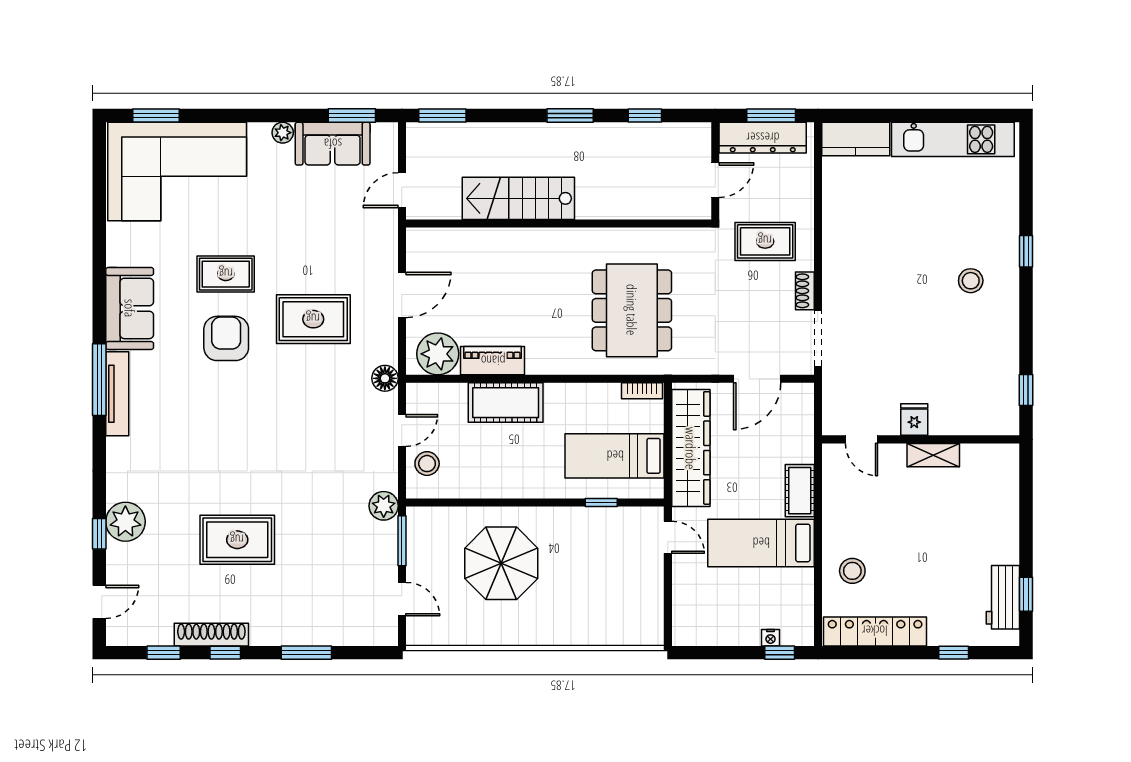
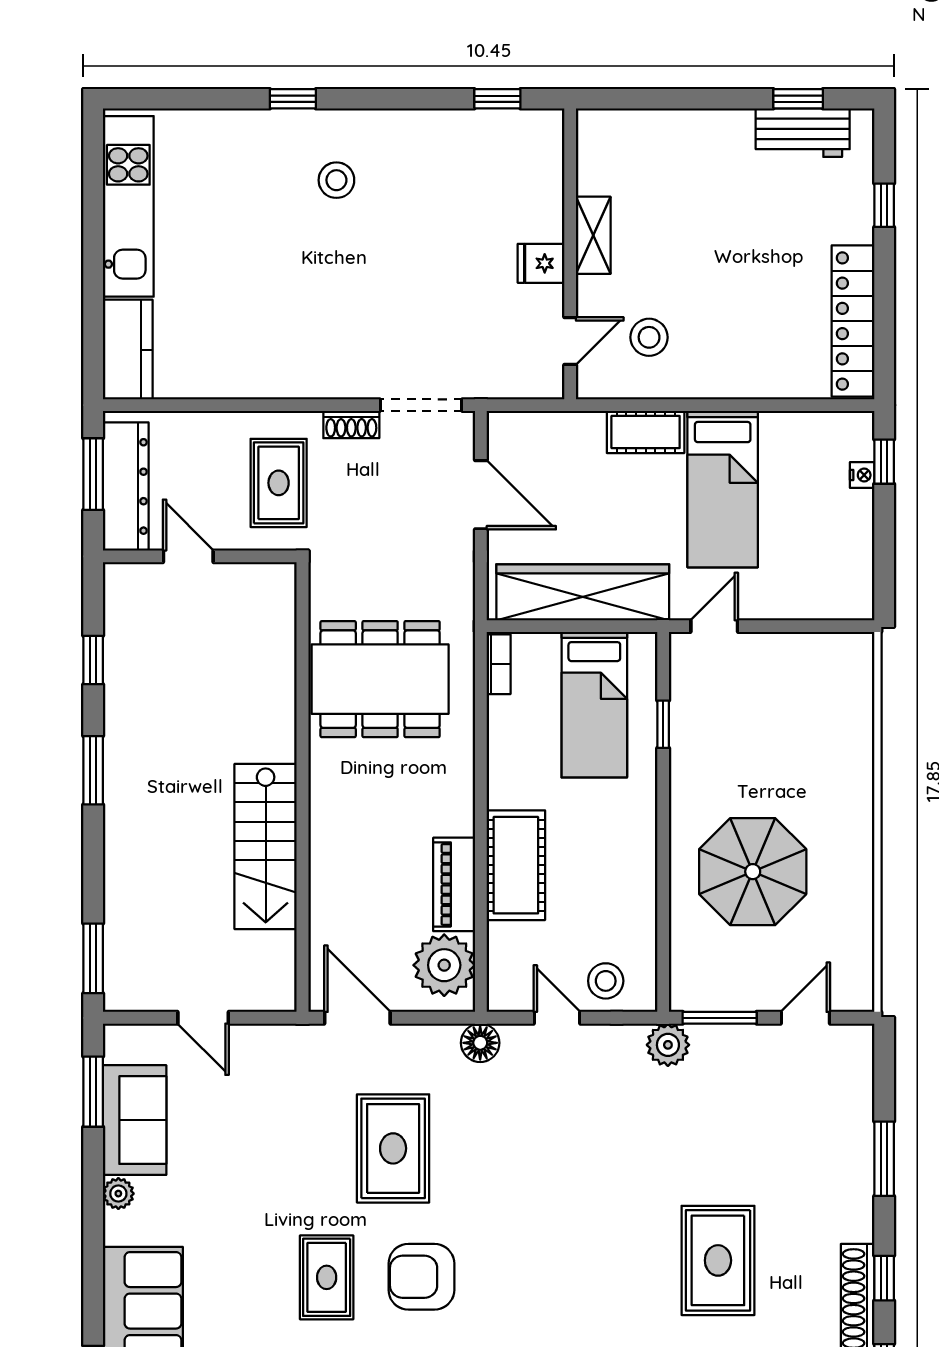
stairs: (518, 198) -> (266, 846), moved
wall: (559, 223) -> (303, 787), moved
stool: (852, 571) -> (649, 337), moved

